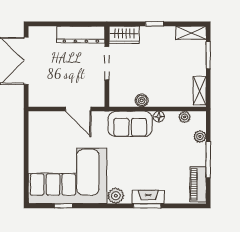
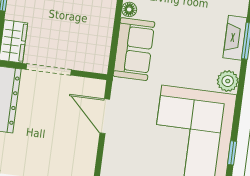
boiler: (142, 100) -> (104, 30), removed
door: (78, 109) -> (105, 116), swing flipped

